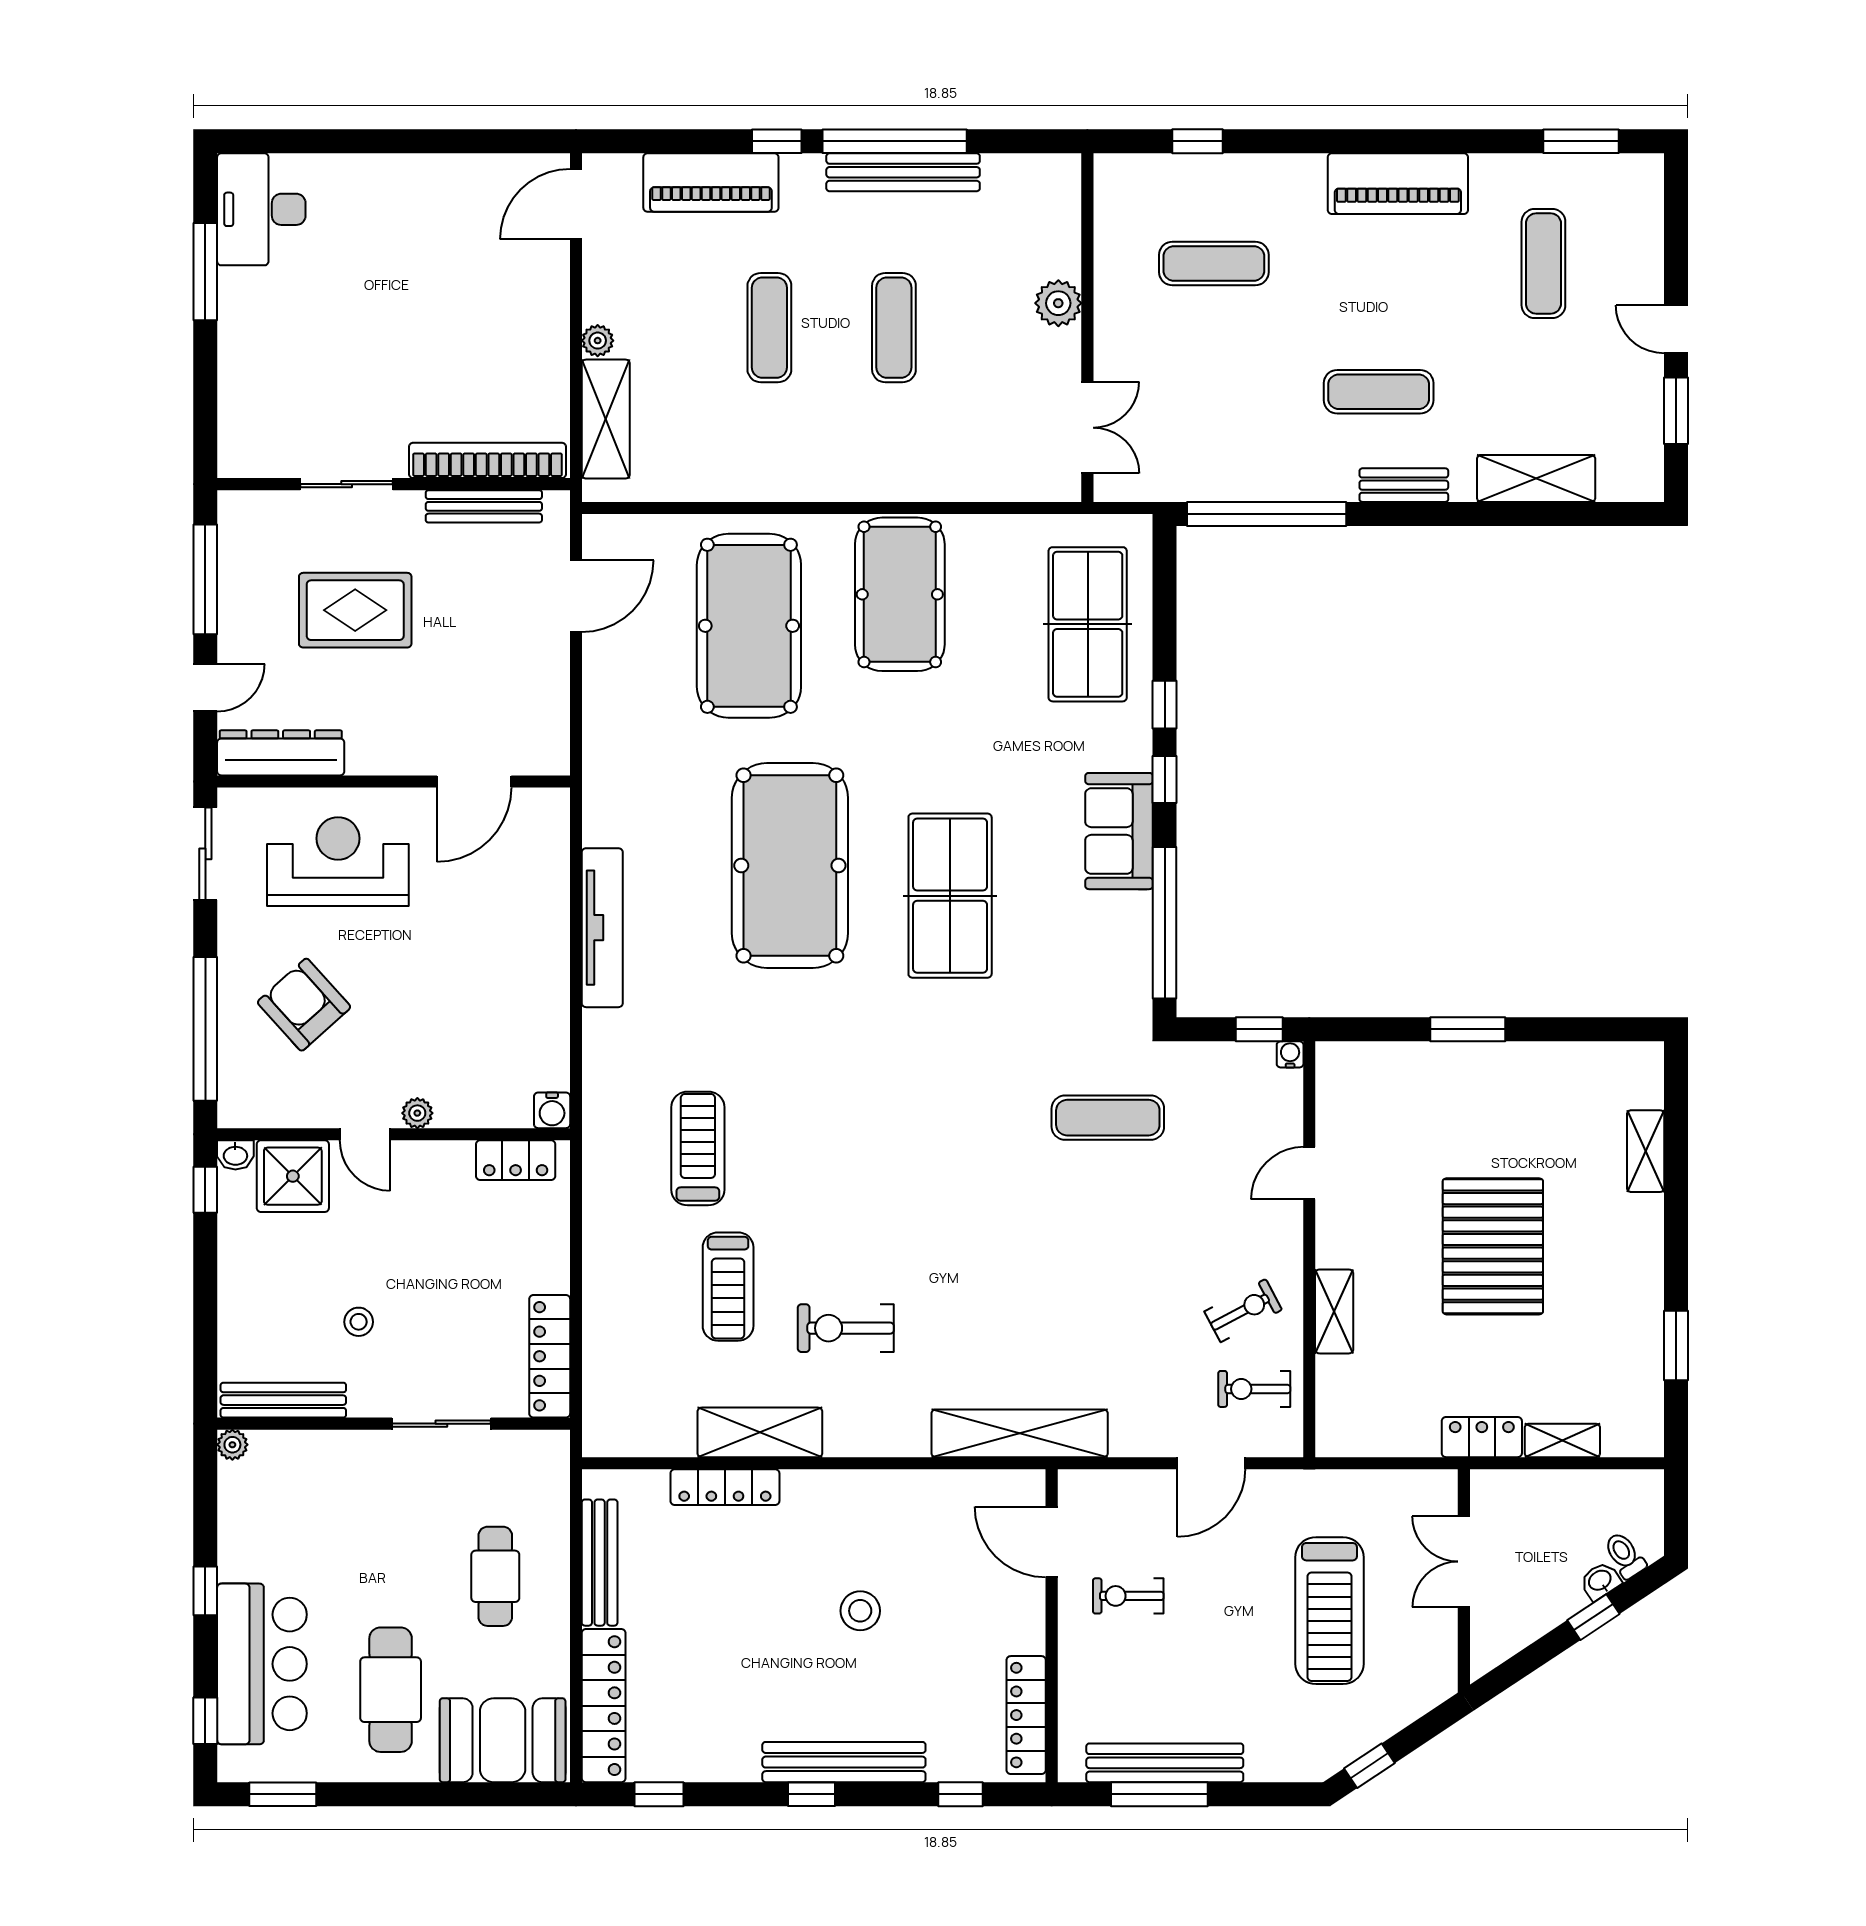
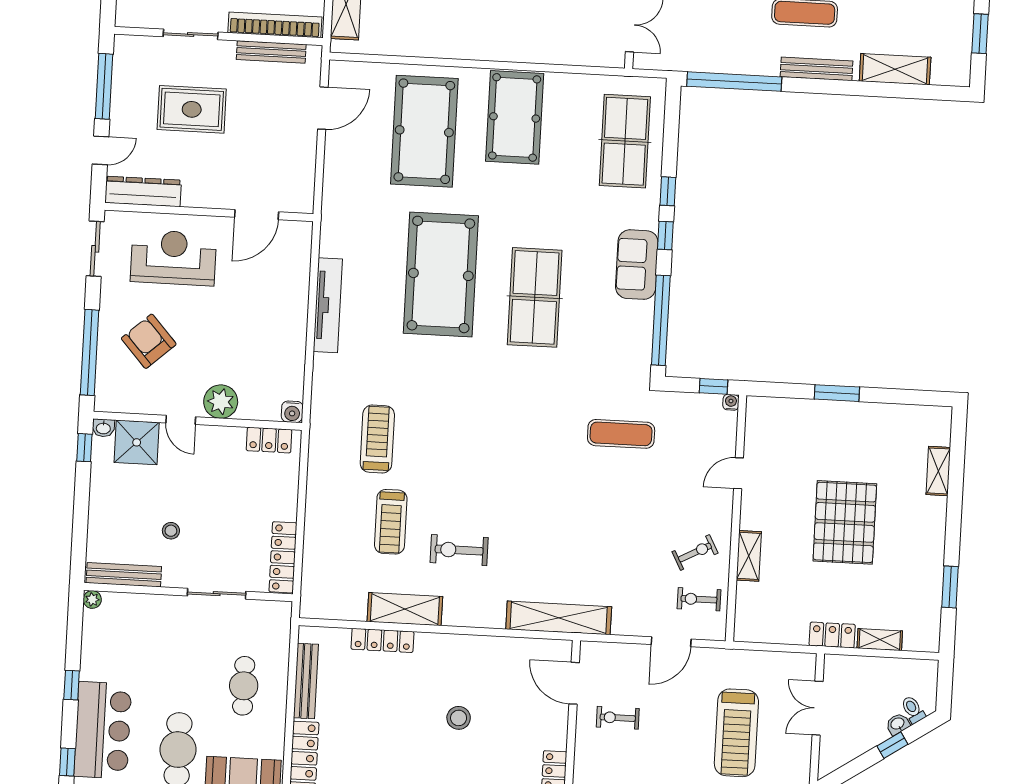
bench: (1404, 485) -> (817, 69), width x1.36
plant: (417, 1113) -> (221, 402), width x1.88, depth x1.88

